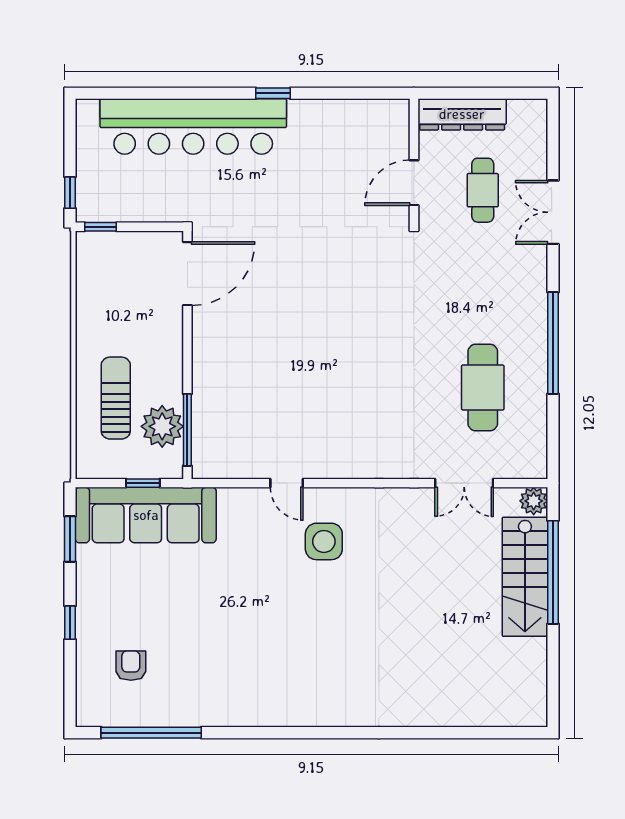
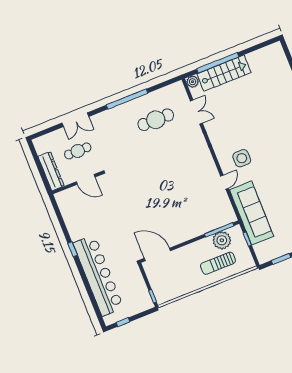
window: (70, 193) -> (123, 322), moved
sofa: (146, 515) -> (252, 213), moved

